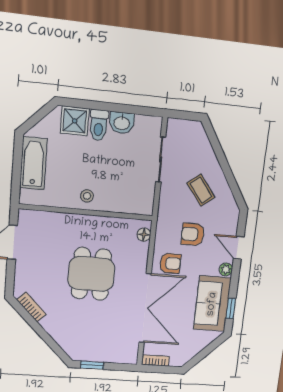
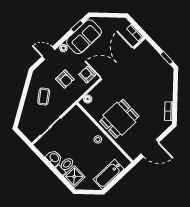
door: (239, 248) -> (48, 53), swing flipped
dining table: (91, 274) -> (119, 119), moved

